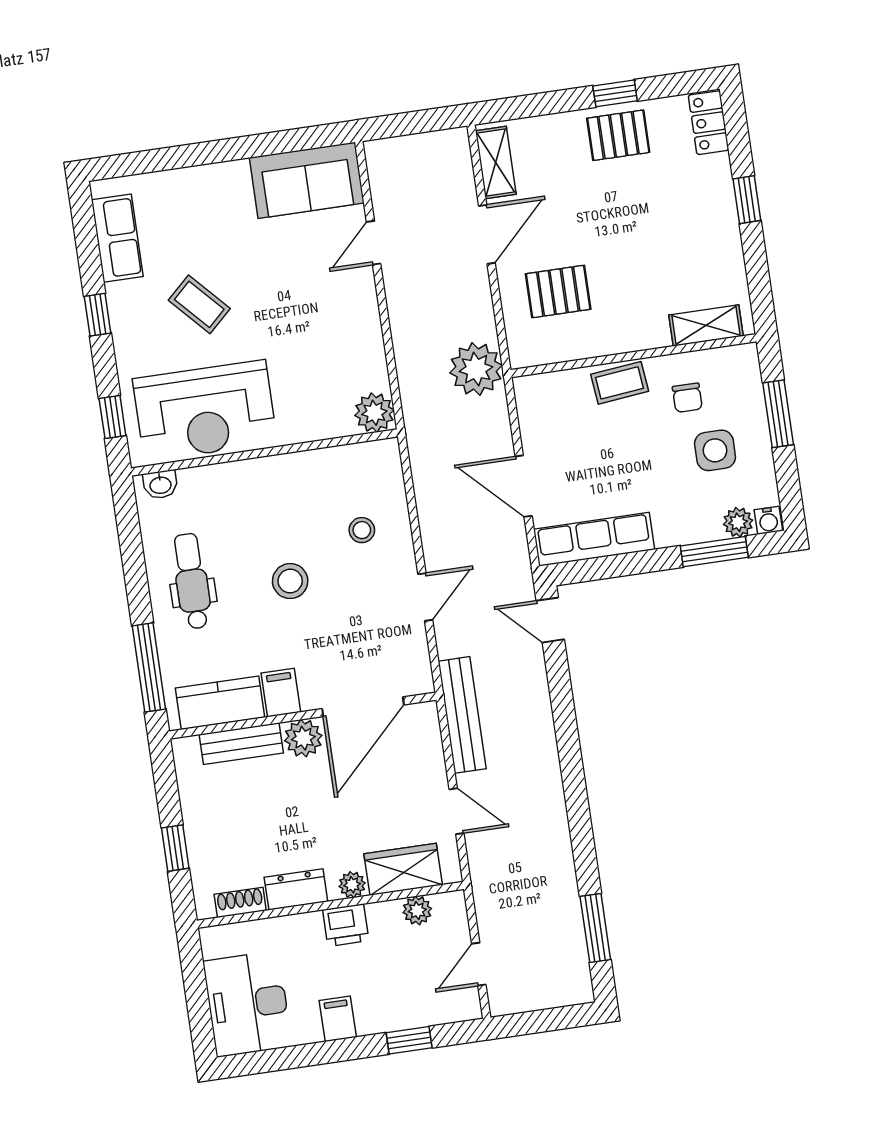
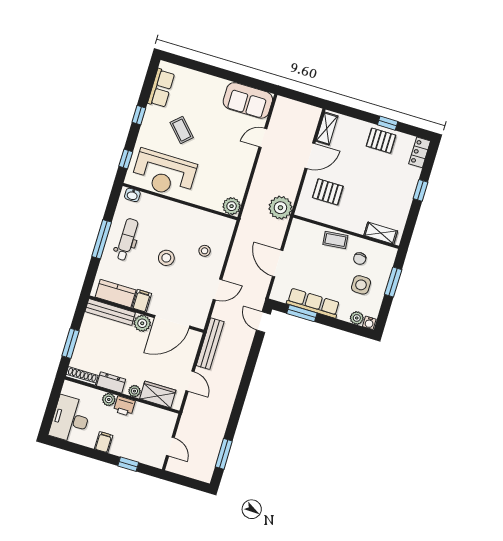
row of seats: (594, 539) -> (313, 303), moved
window: (714, 552) -> (302, 313), moved
window: (149, 667) -> (102, 239), moved
bench: (241, 744) -> (110, 312), width x1.36
window: (175, 848) -> (70, 343), width x1.50
shoe rack: (240, 902) -> (82, 376), width x1.43
plant: (417, 910) -> (109, 399), moved
door: (479, 964) -> (170, 447), swing flipped

